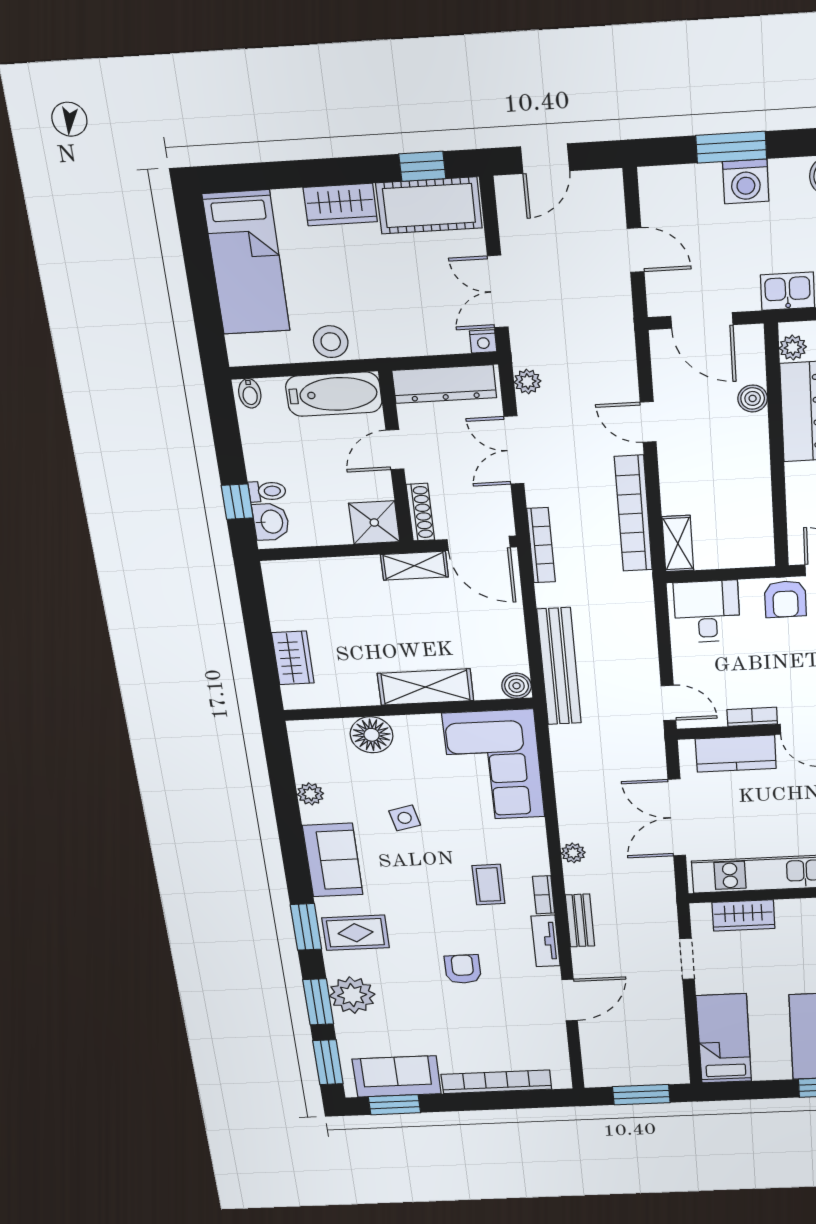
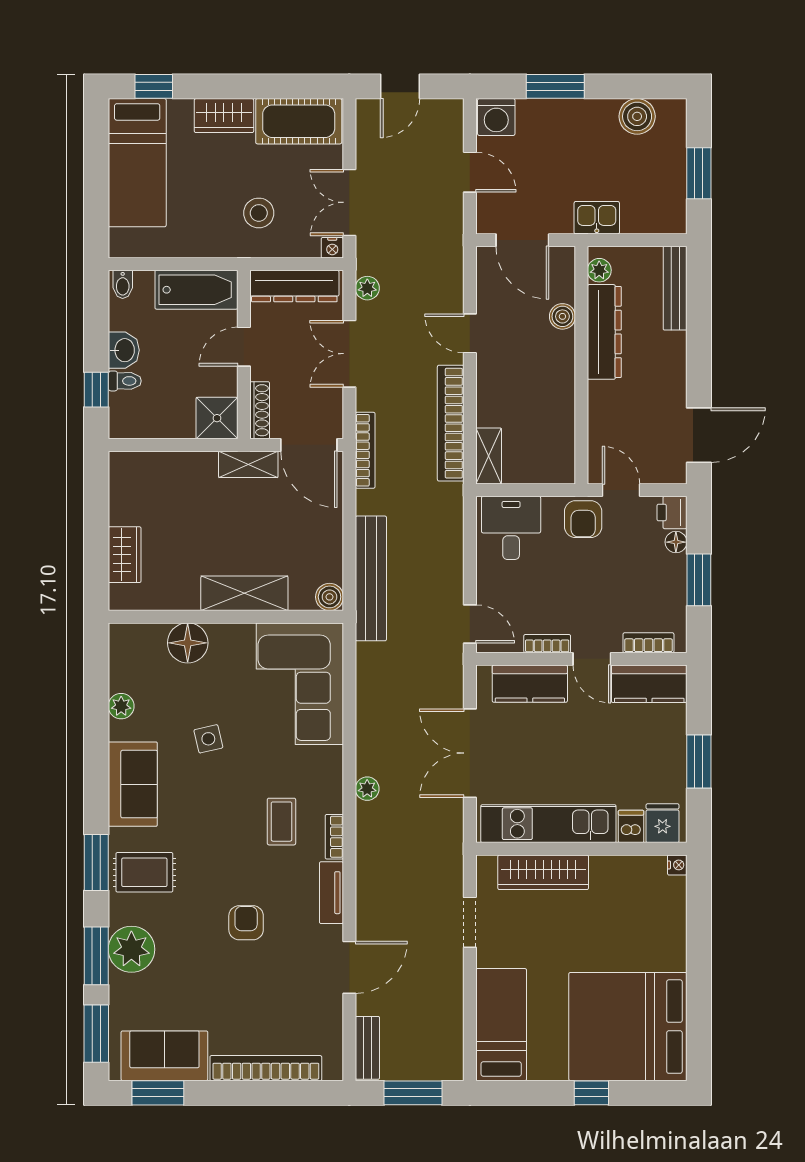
window: (422, 166) -> (154, 86), moved
washing machine: (746, 181) -> (496, 117), moved
stool: (331, 342) -> (259, 213), moved
washbasin: (271, 522) -> (124, 350), moved
wardrobe: (743, 915) -> (543, 872), width x1.50
bench: (580, 920) -> (367, 1048), moved

